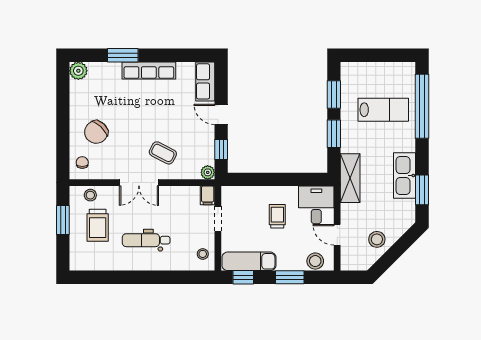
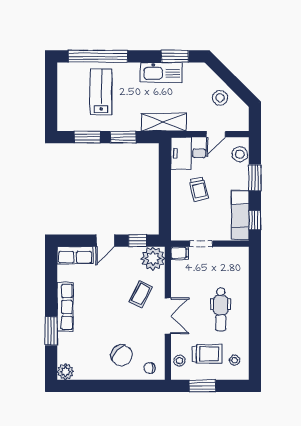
plant: (208, 172) -> (153, 258), width x1.88, depth x1.88
trolley: (277, 216) -> (199, 189), turned -103
stool: (203, 254) -> (235, 360), moved

